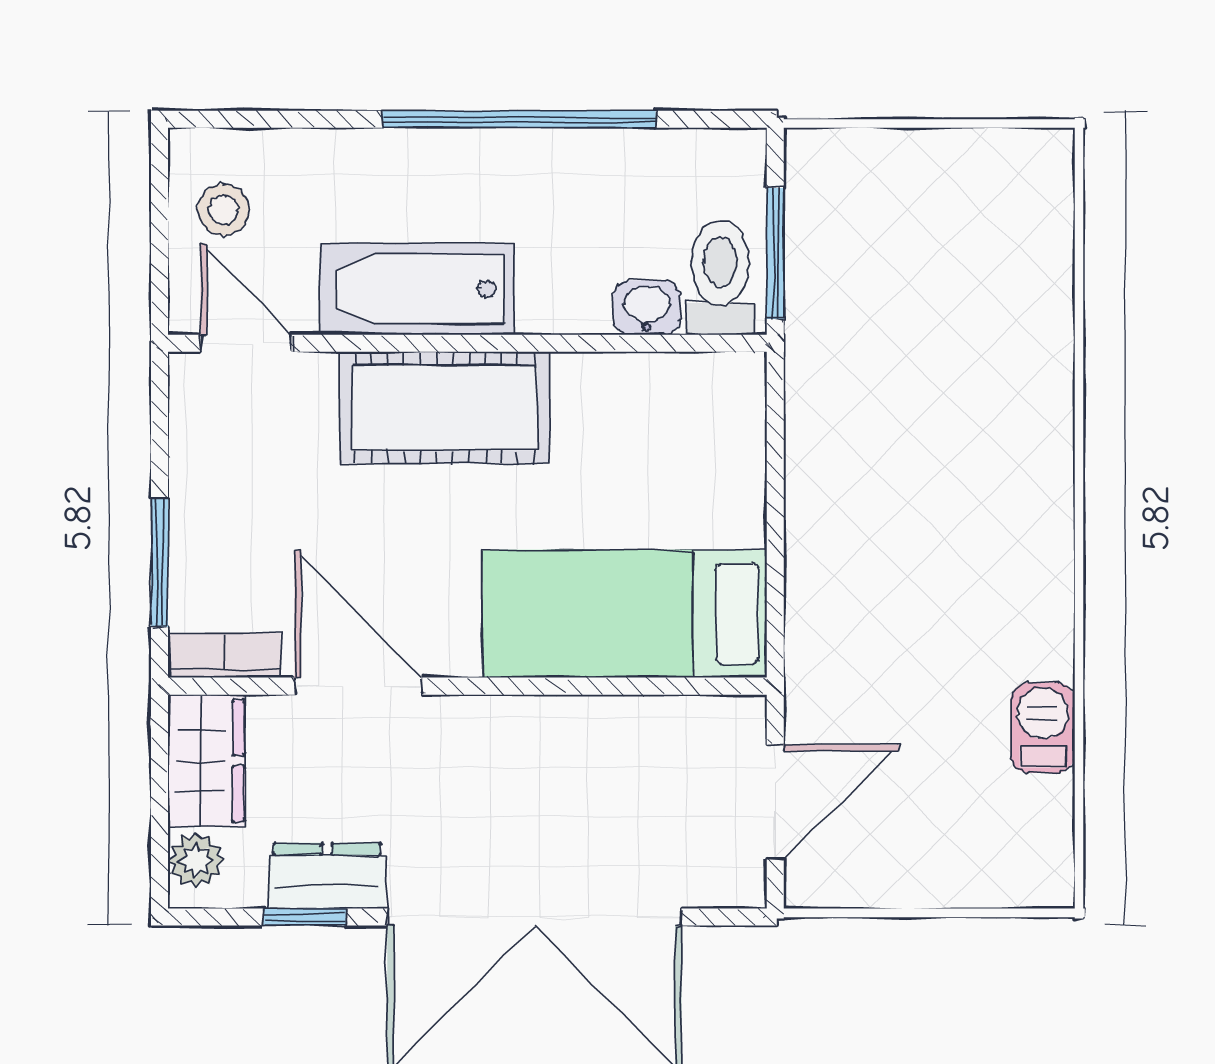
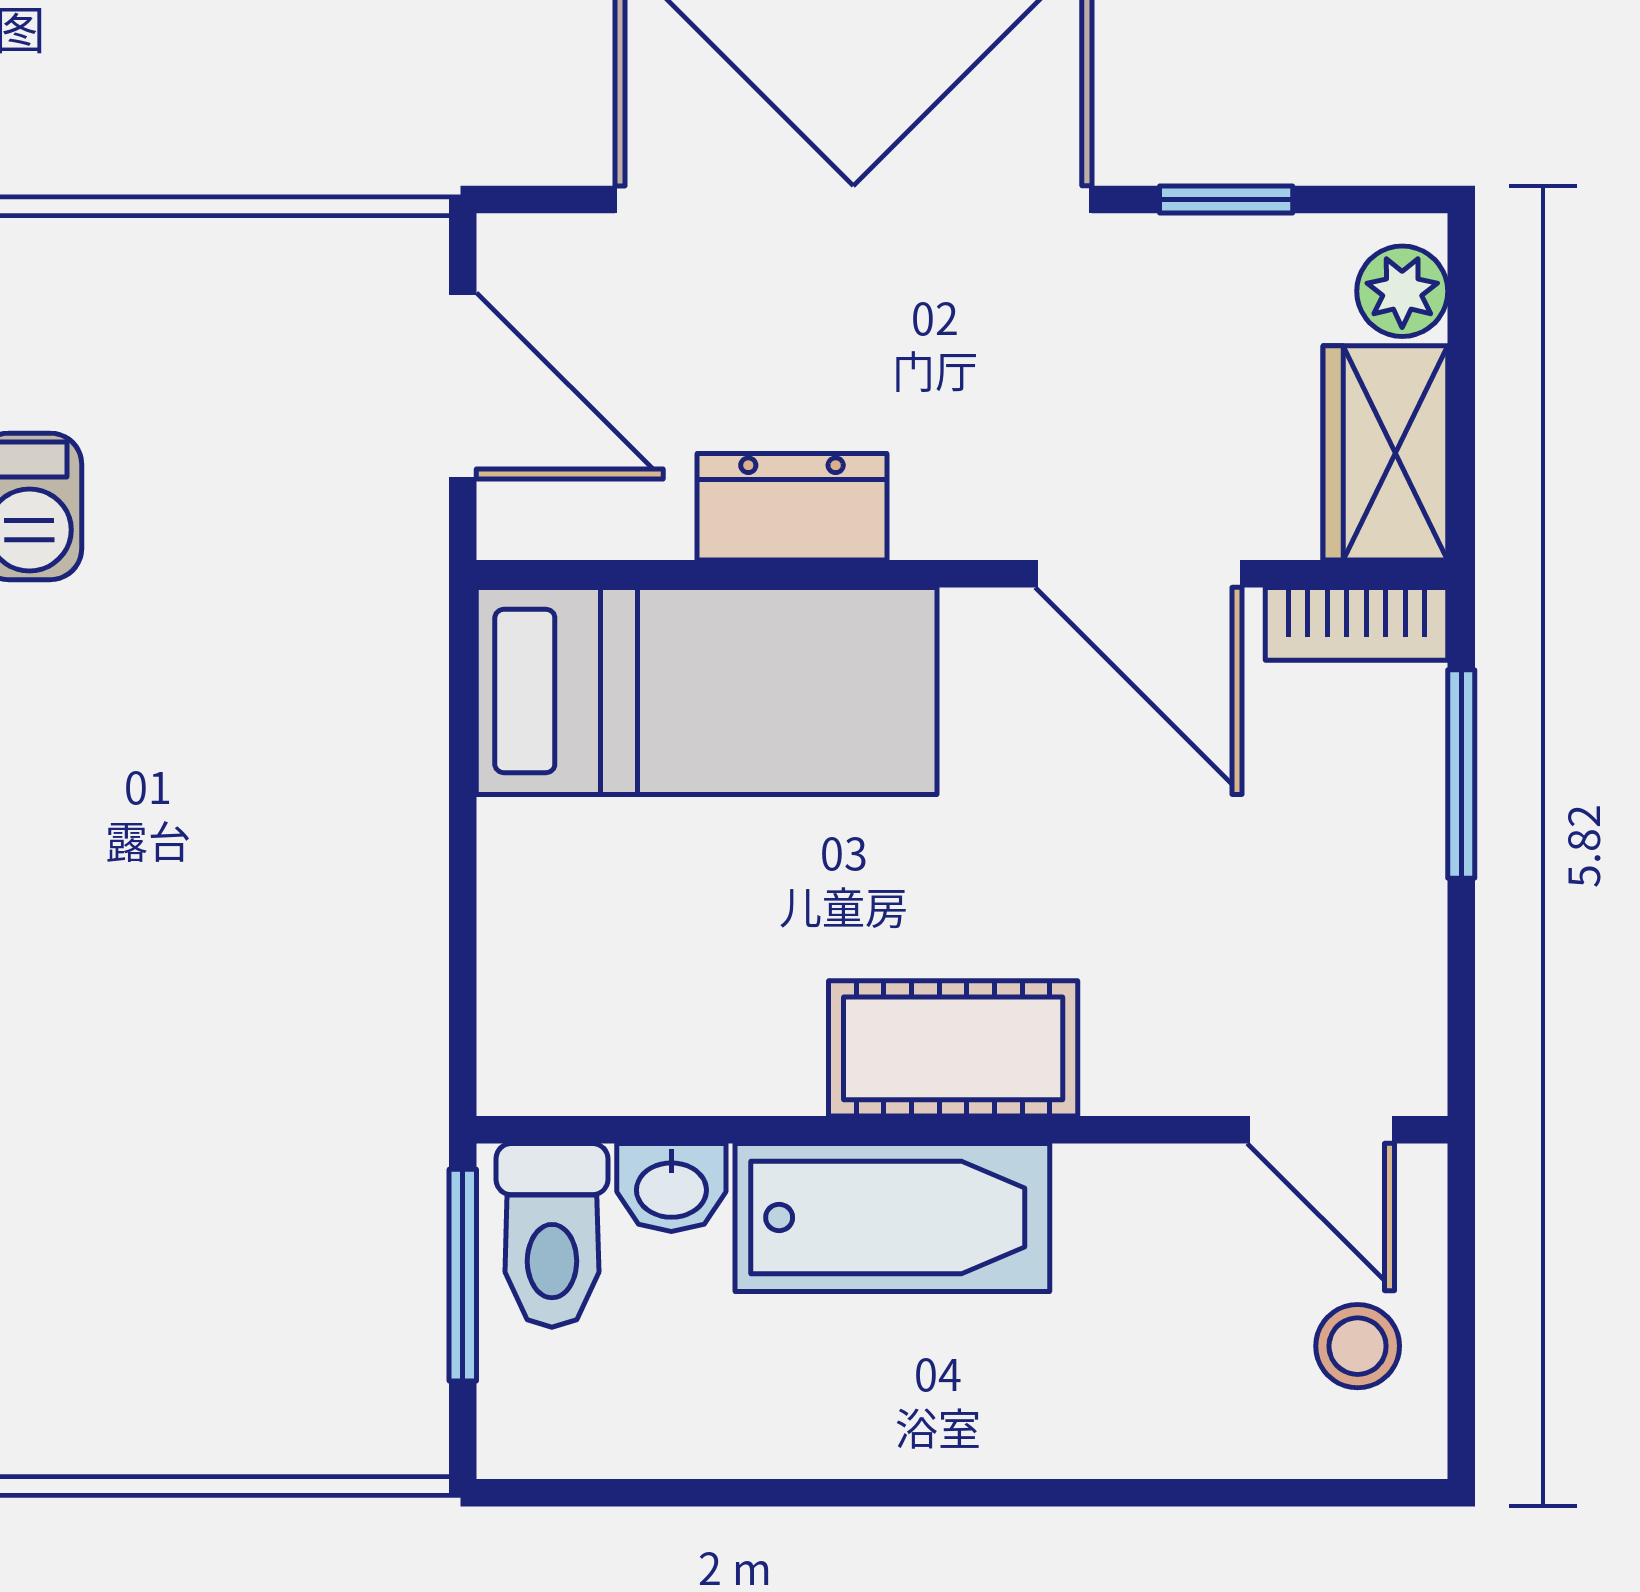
window: (519, 119) -> (879, 1493), removed
bathtub: (417, 289) -> (892, 1218), moved
cot: (445, 408) -> (953, 1048), width x0.73, depth x0.75
door: (775, 802) -> (463, 386), swing flipped
dresser: (327, 876) -> (792, 507), moved, turned 180

